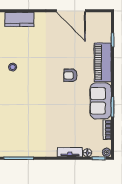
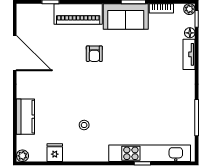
door: (71, 11) -> (15, 53), hinge flipped

